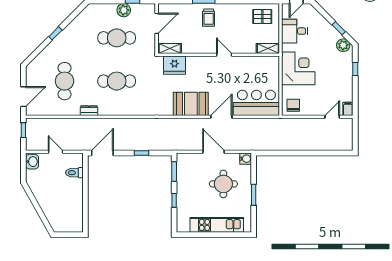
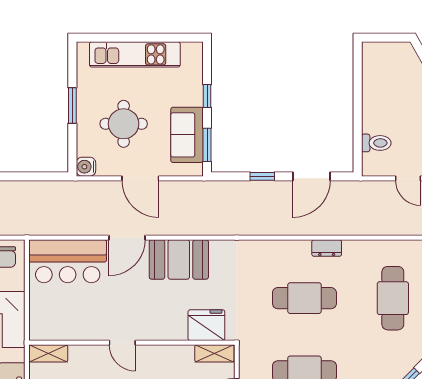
dresser: (89, 111) -> (327, 248), moved
door: (102, 153) -> (312, 176), moved
sofa: (186, 177) -> (187, 135), added

